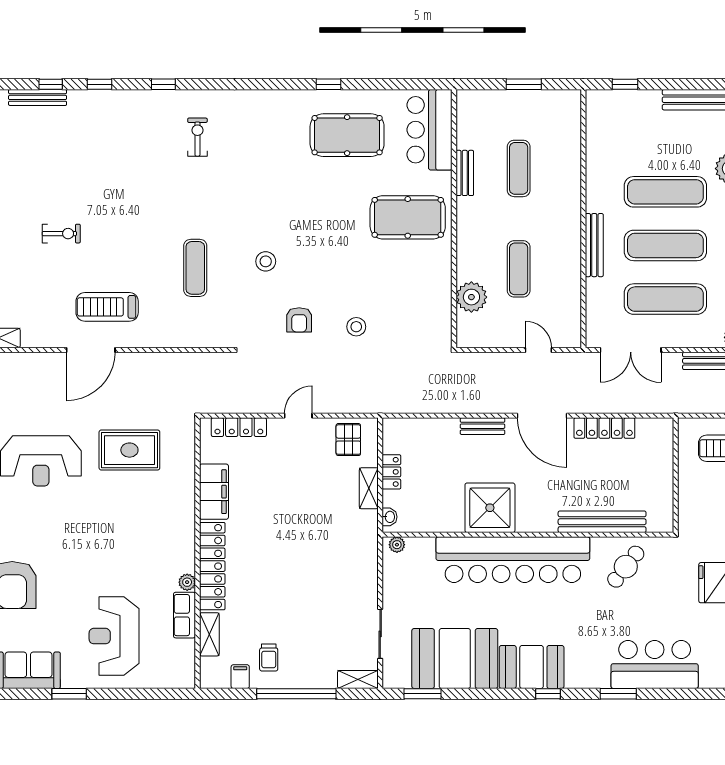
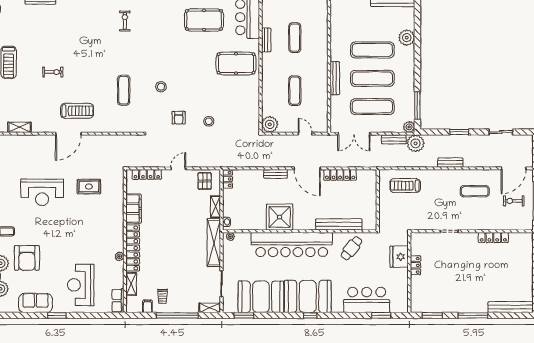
plant: (471, 297) -> (270, 124), moved
treadmill: (107, 307) -> (77, 111), turned 180
rug: (129, 450) -> (89, 187), width x0.73, depth x0.70
locker: (391, 472) -> (227, 179), moved
shelving: (366, 556) -> (214, 243), added
row of seats: (184, 615) -> (118, 301), moved
booth: (532, 667) -> (308, 296), width x1.36, depth x1.42
window: (618, 694) -> (381, 315), moved

